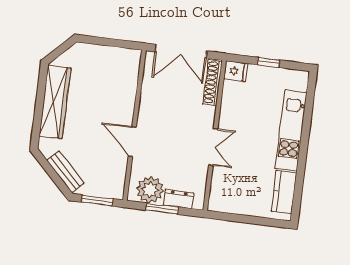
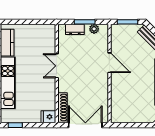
window: (269, 62) -> (15, 125), moved
plant: (150, 190) -> (94, 29), width x0.53, depth x0.53

